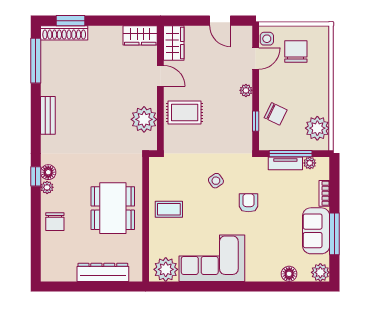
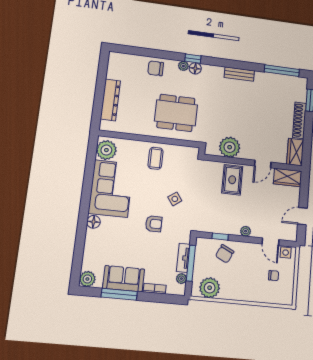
shoe rack: (64, 33) -> (299, 120), moved
chair: (296, 52) -> (274, 276), width x0.54, depth x0.54
dining table: (113, 208) -> (176, 113), moved
floor lamp: (289, 274) -> (93, 222), moved

